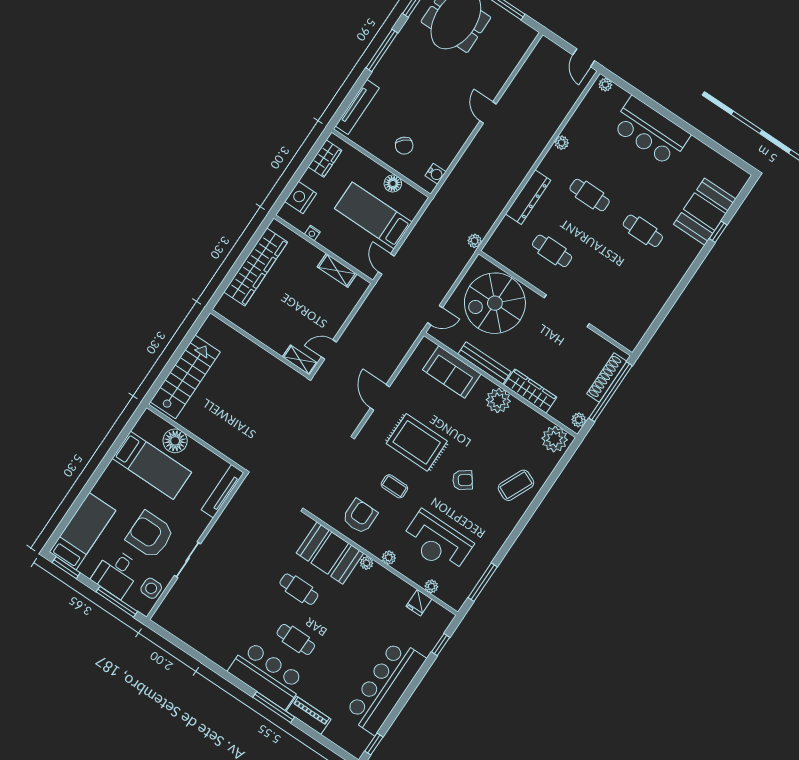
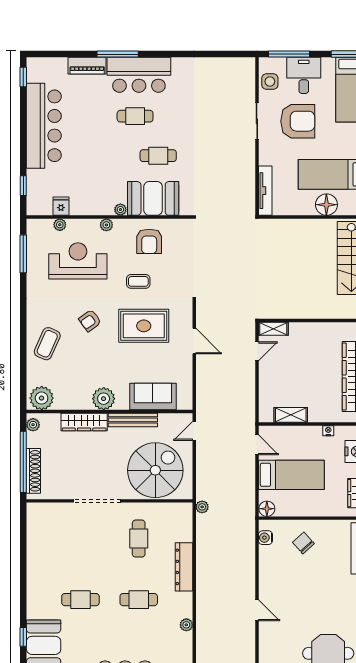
floor lamp: (393, 183) -> (267, 509), moved
cafe table: (552, 251) -> (139, 539), turned 90

